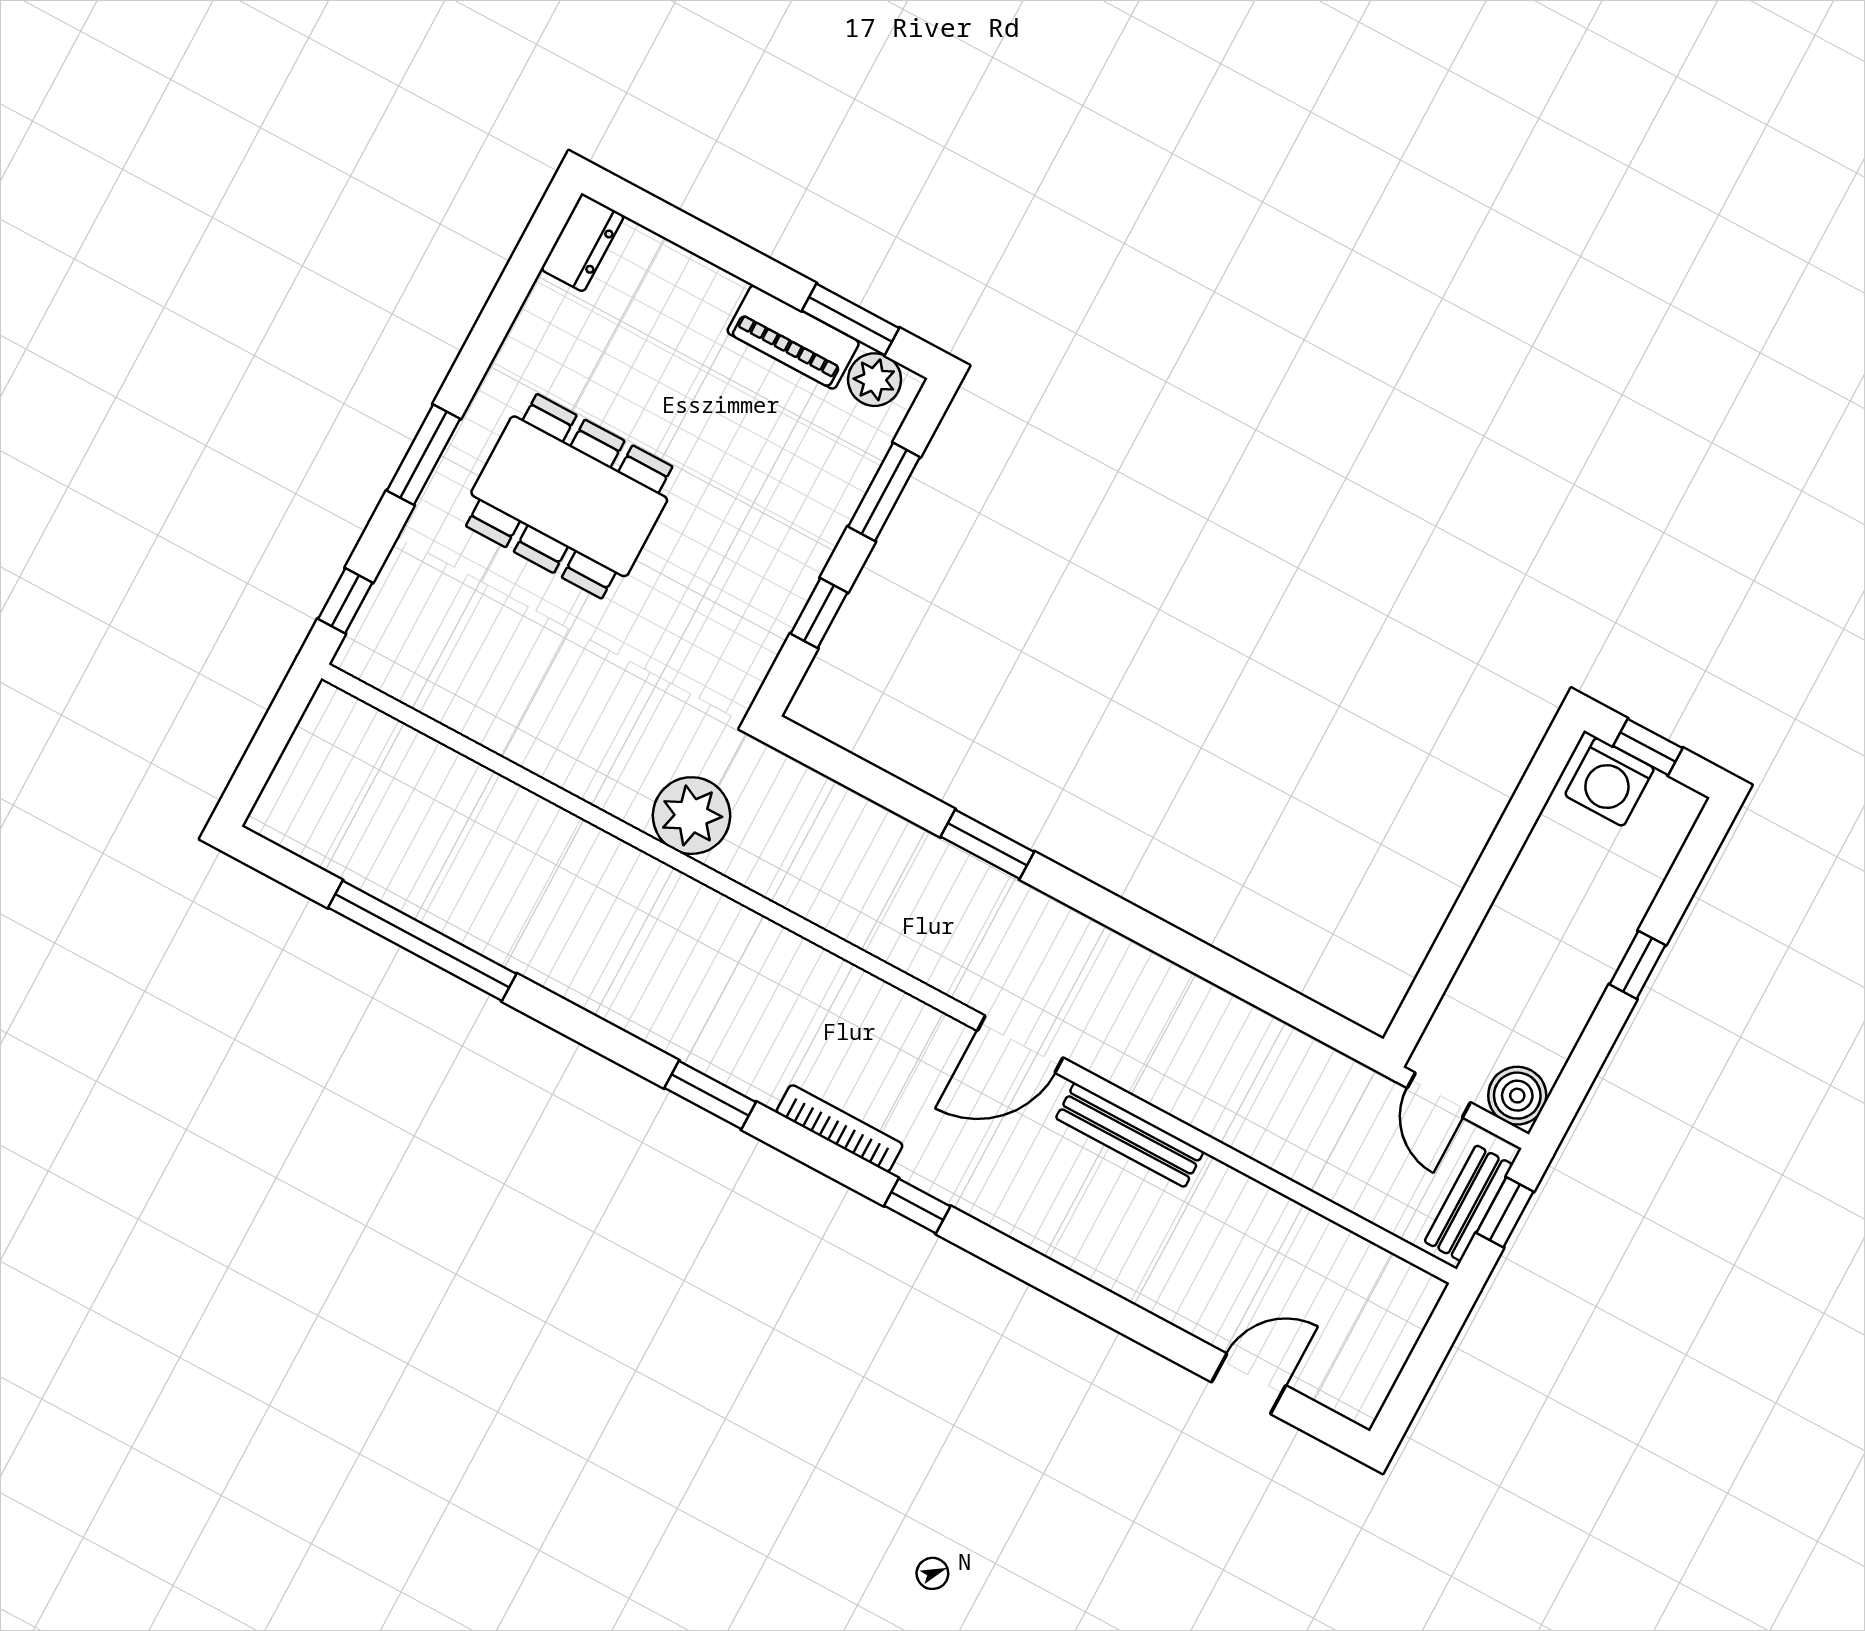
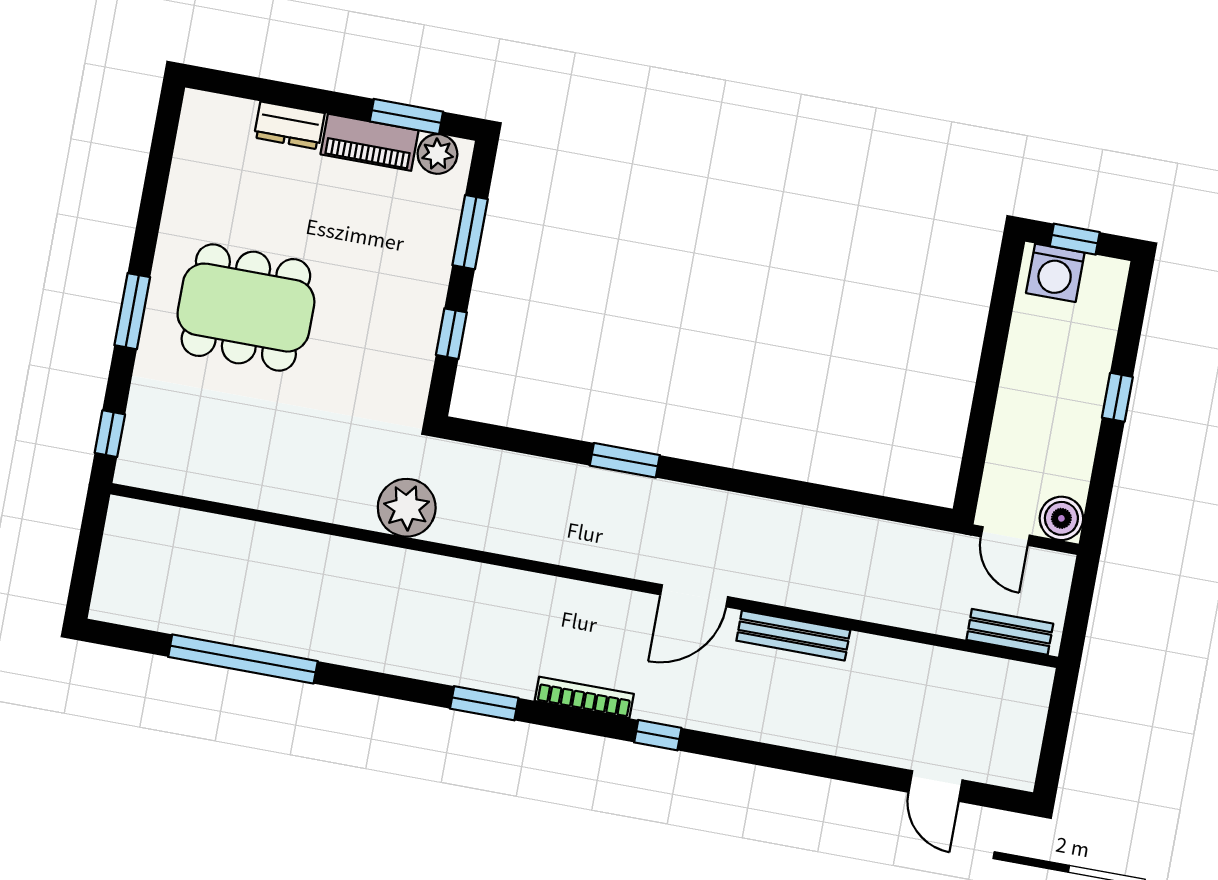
dresser: (582, 243) -> (289, 125), moved, turned 90
bench: (1469, 1203) -> (1010, 632), moved, turned 90
window: (1505, 1212) -> (1079, 605), removed
door: (1249, 1384) -> (936, 786), swing flipped

